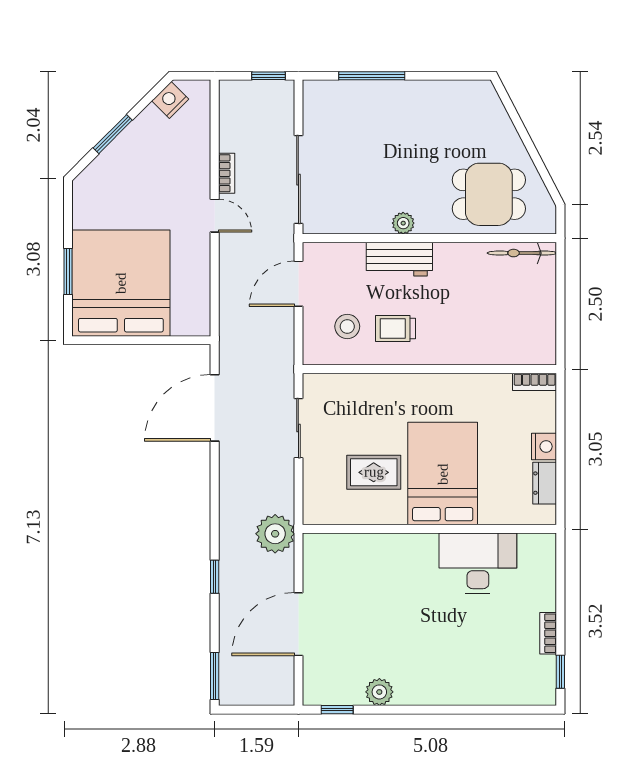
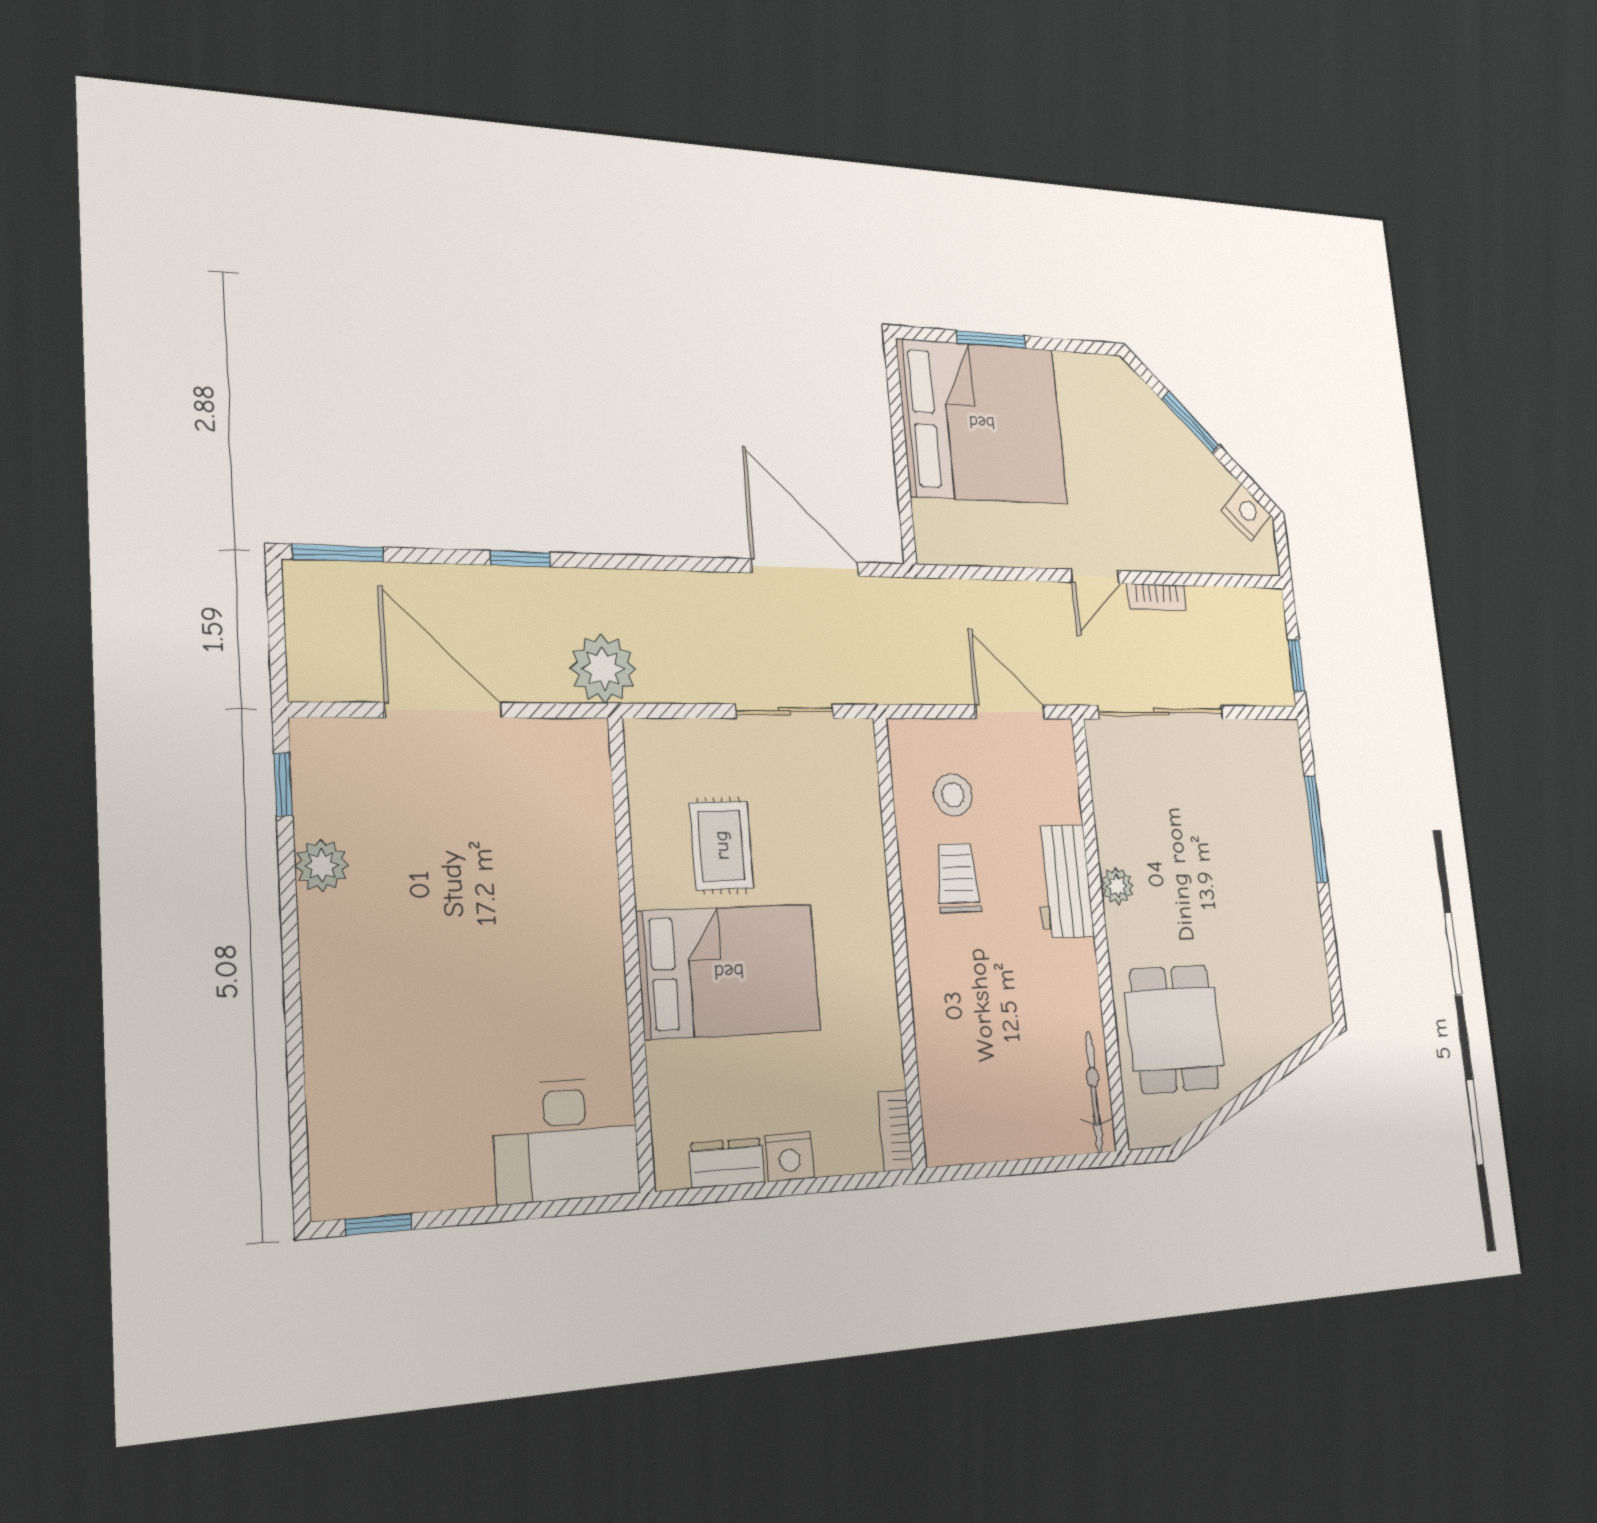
desk: (478, 563) -> (566, 1140), moved, turned 90
bookcase: (548, 633) -> (453, 1193), removed

